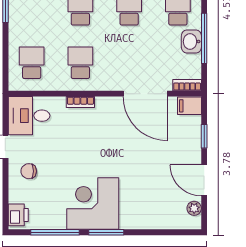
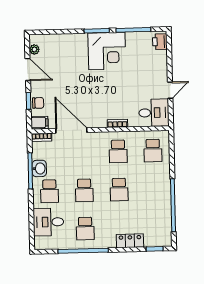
chair: (29, 171) -> (38, 103), moved

